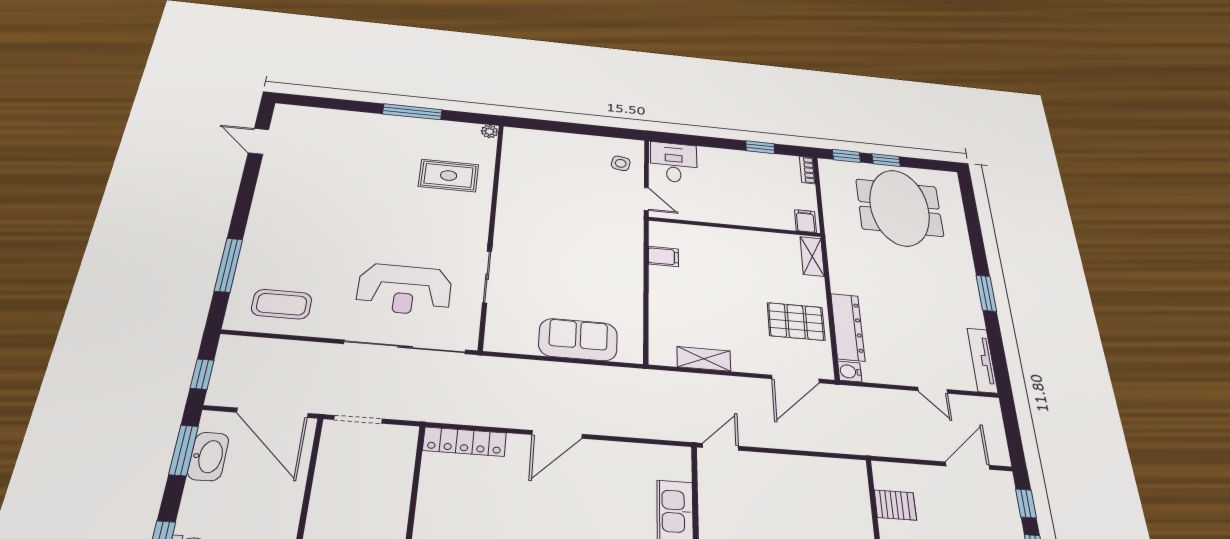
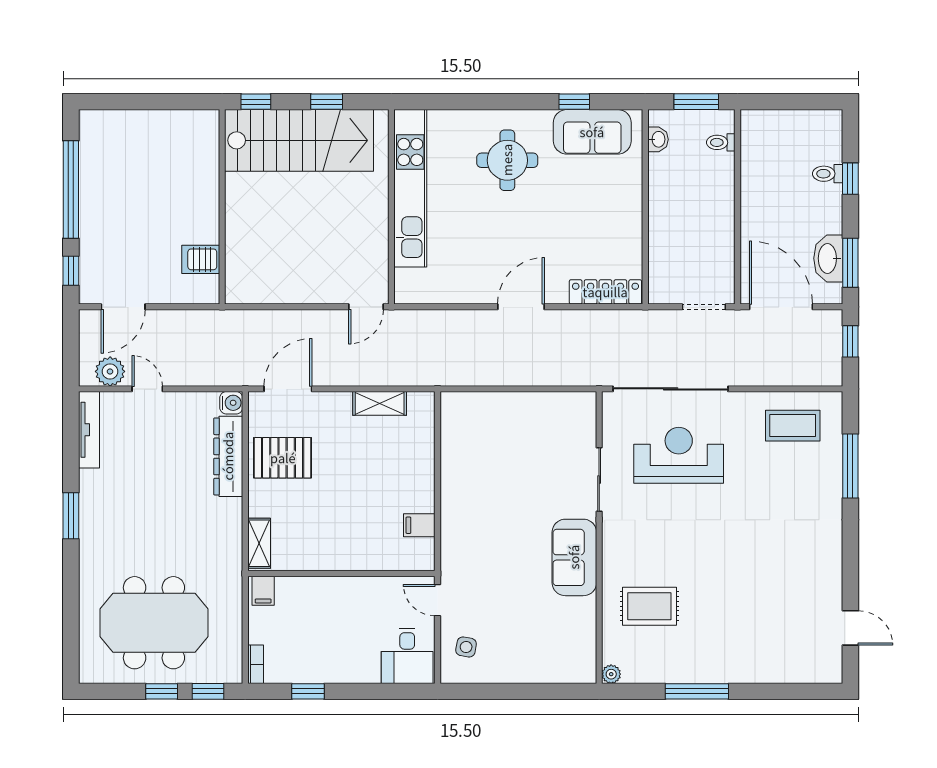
meeting table: (899, 208) -> (154, 623), turned 90
sofa: (578, 340) -> (574, 557), moved, turned 90
plant: (971, 408) -> (110, 371), added

